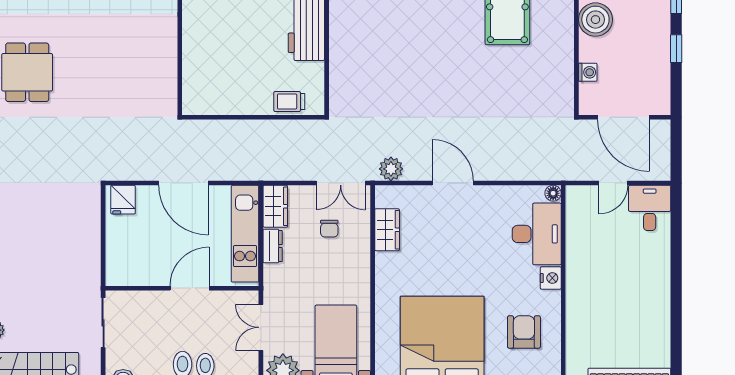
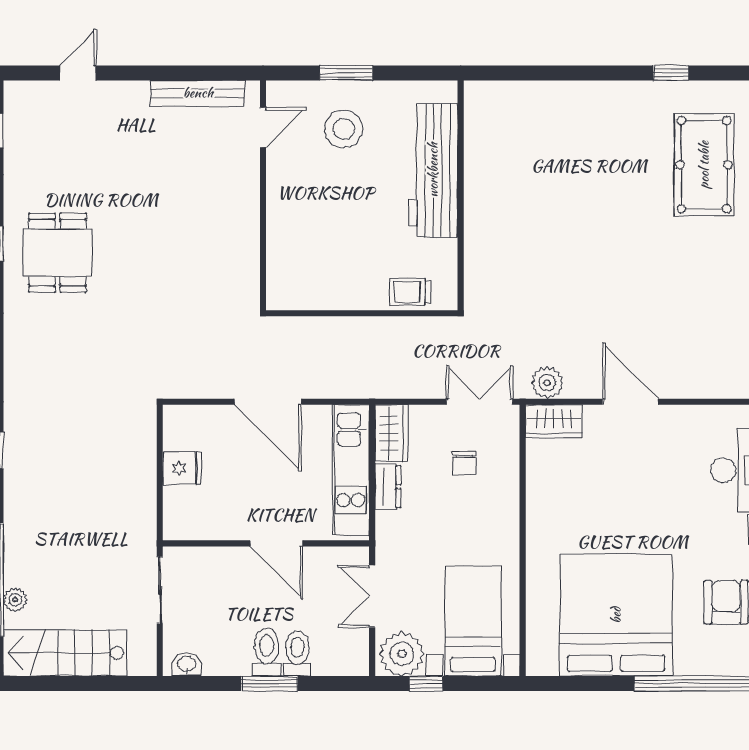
double door: (341, 183) -> (480, 402), swing flipped
fridge: (123, 200) -> (182, 468), moved, turned -90
wardrobe: (387, 230) -> (554, 421), moved, turned 90
door: (190, 288) -> (276, 543), swing flipped

